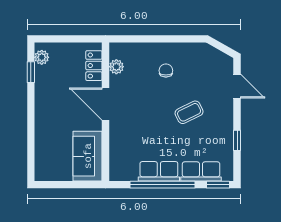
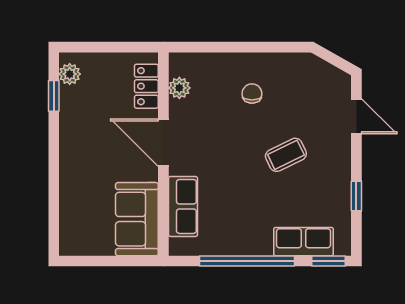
row of seats: (159, 171) -> (183, 206), moved, turned 90

